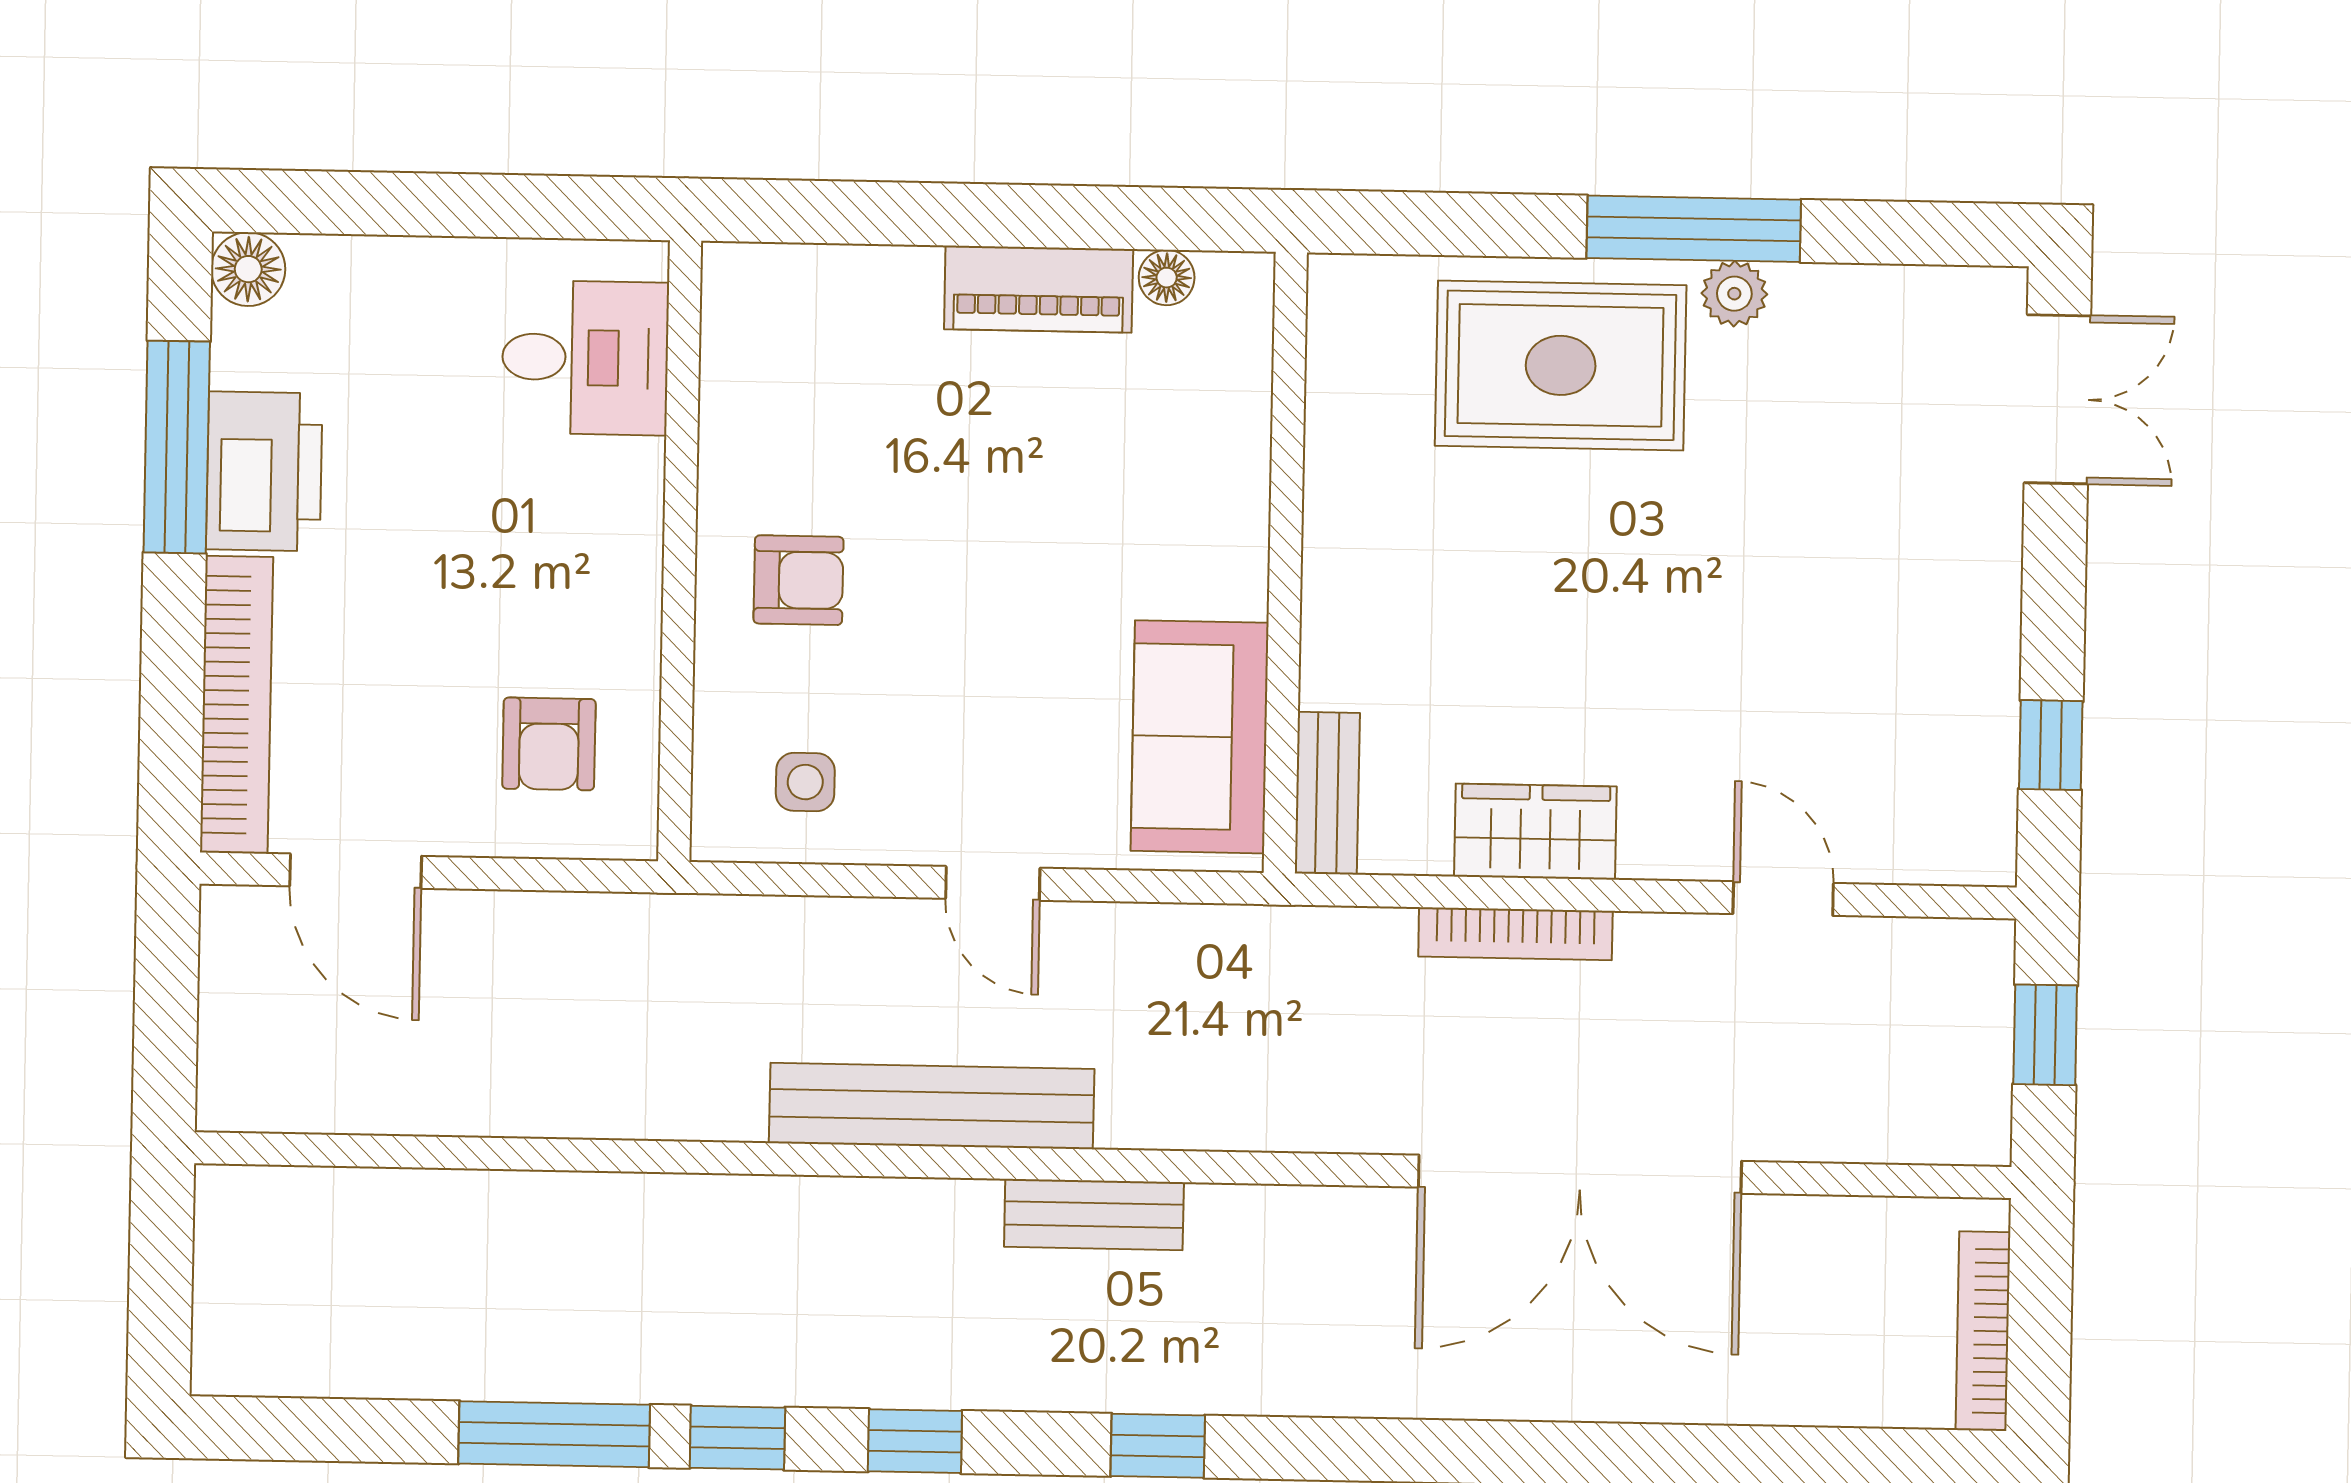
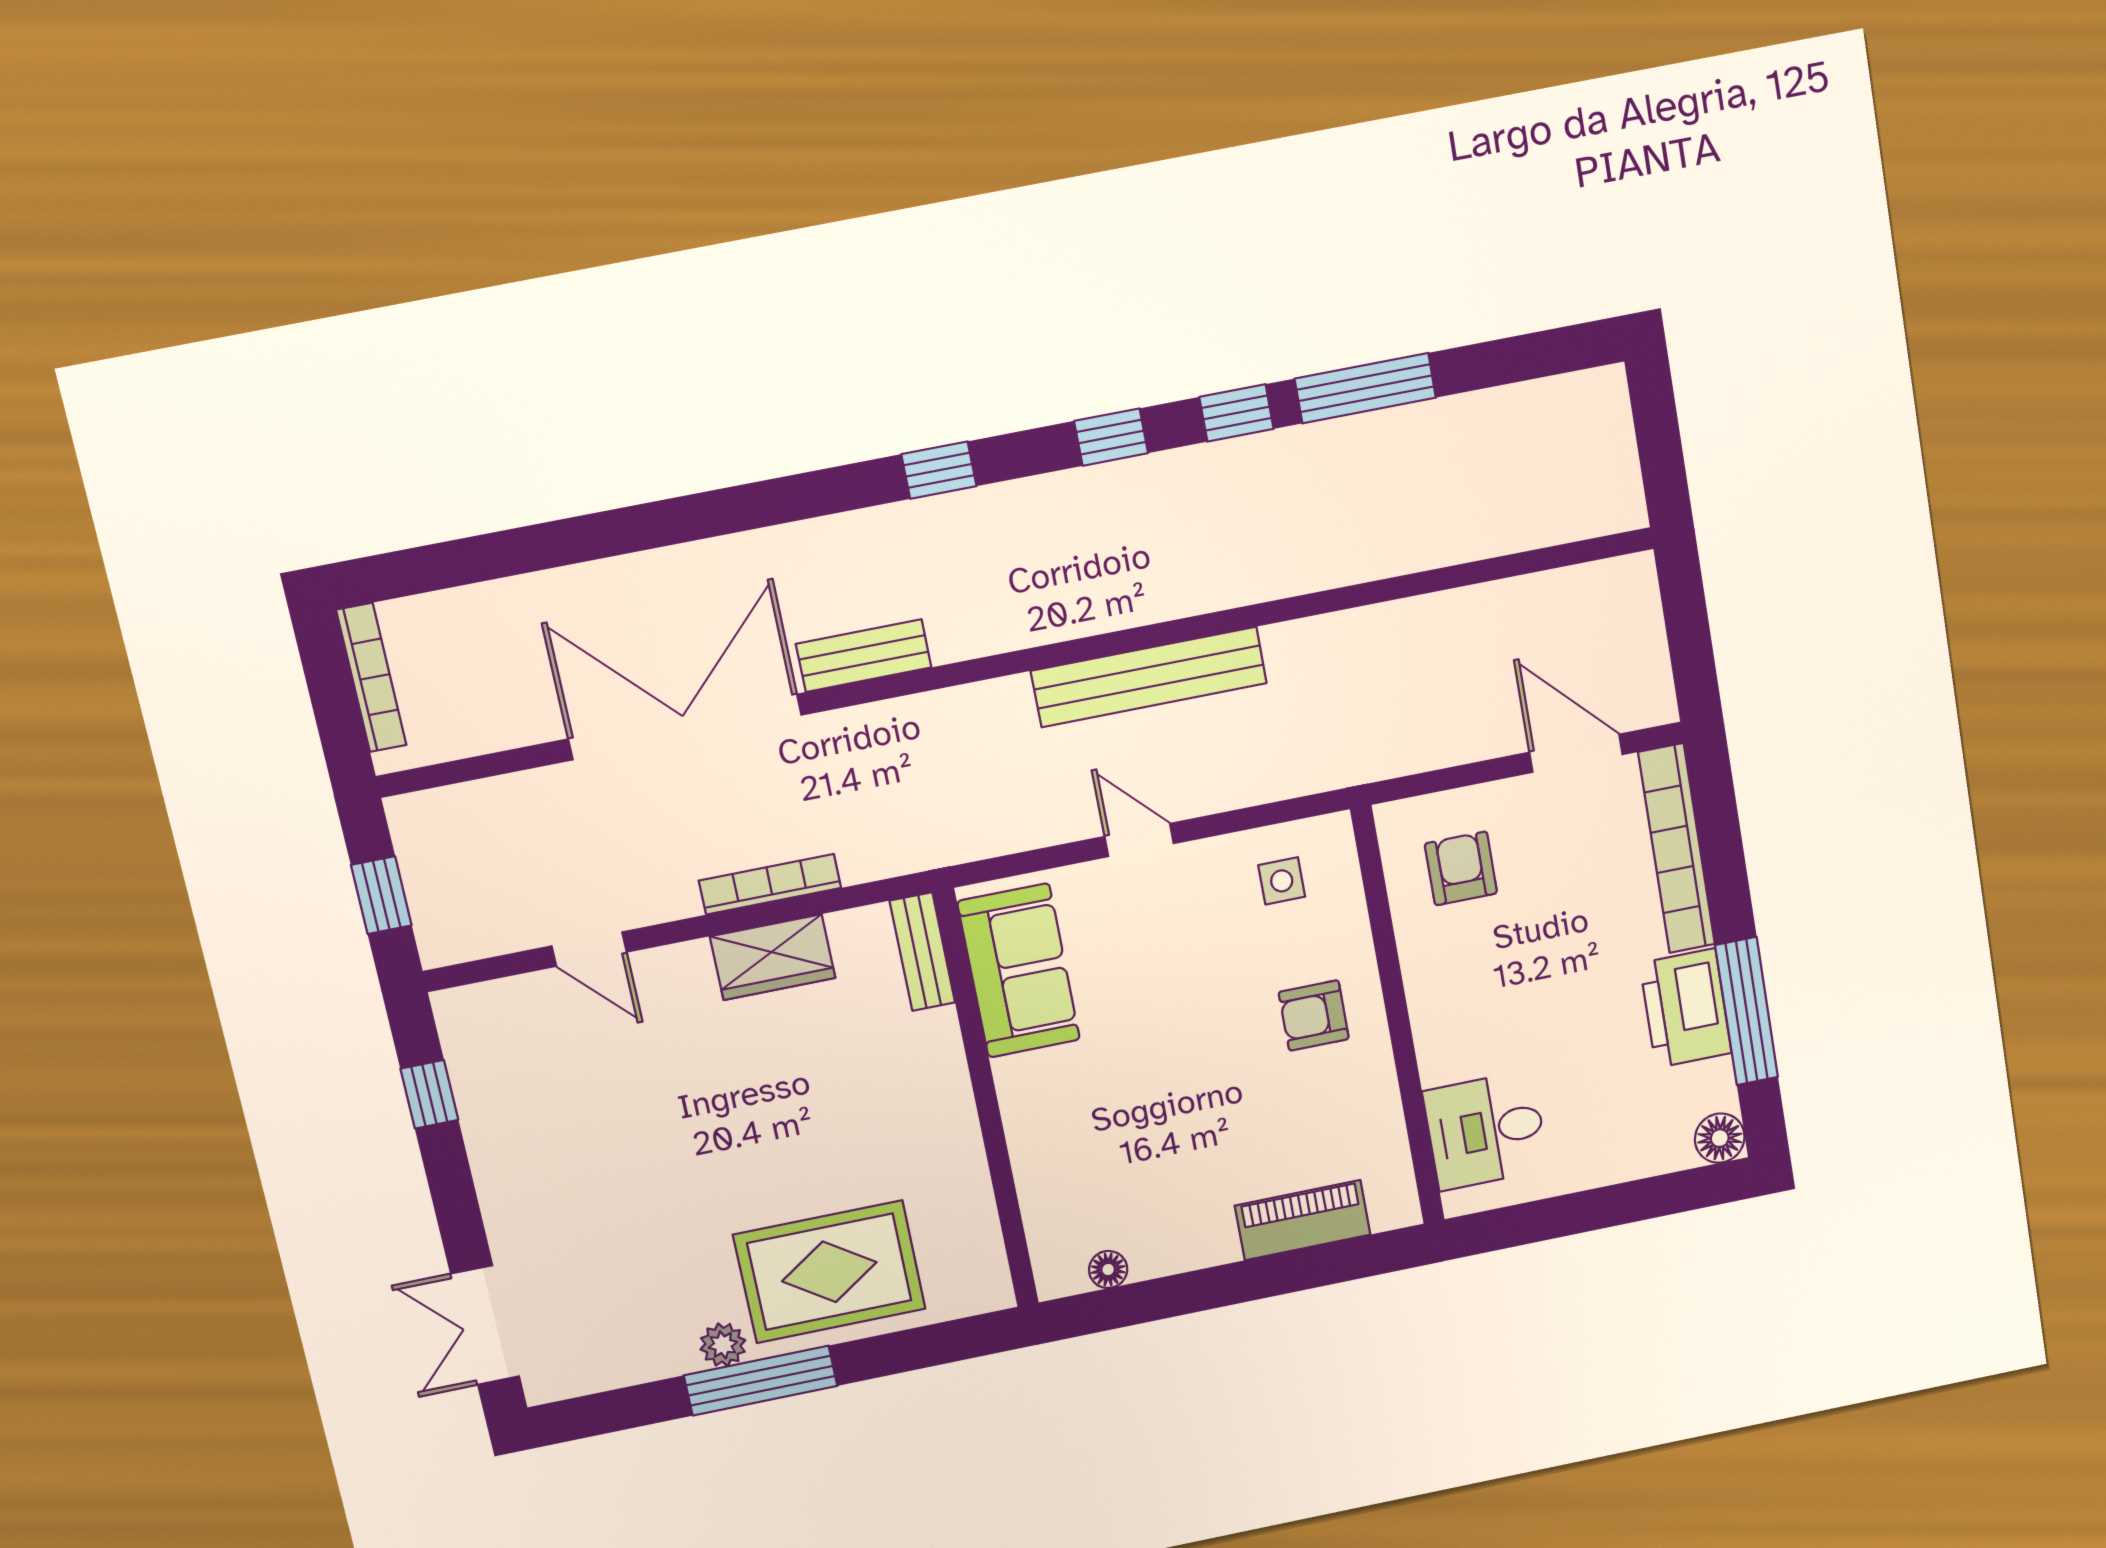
piano: (1039, 289) -> (1303, 1220), moved
bench: (1094, 1215) -> (864, 656), moved

